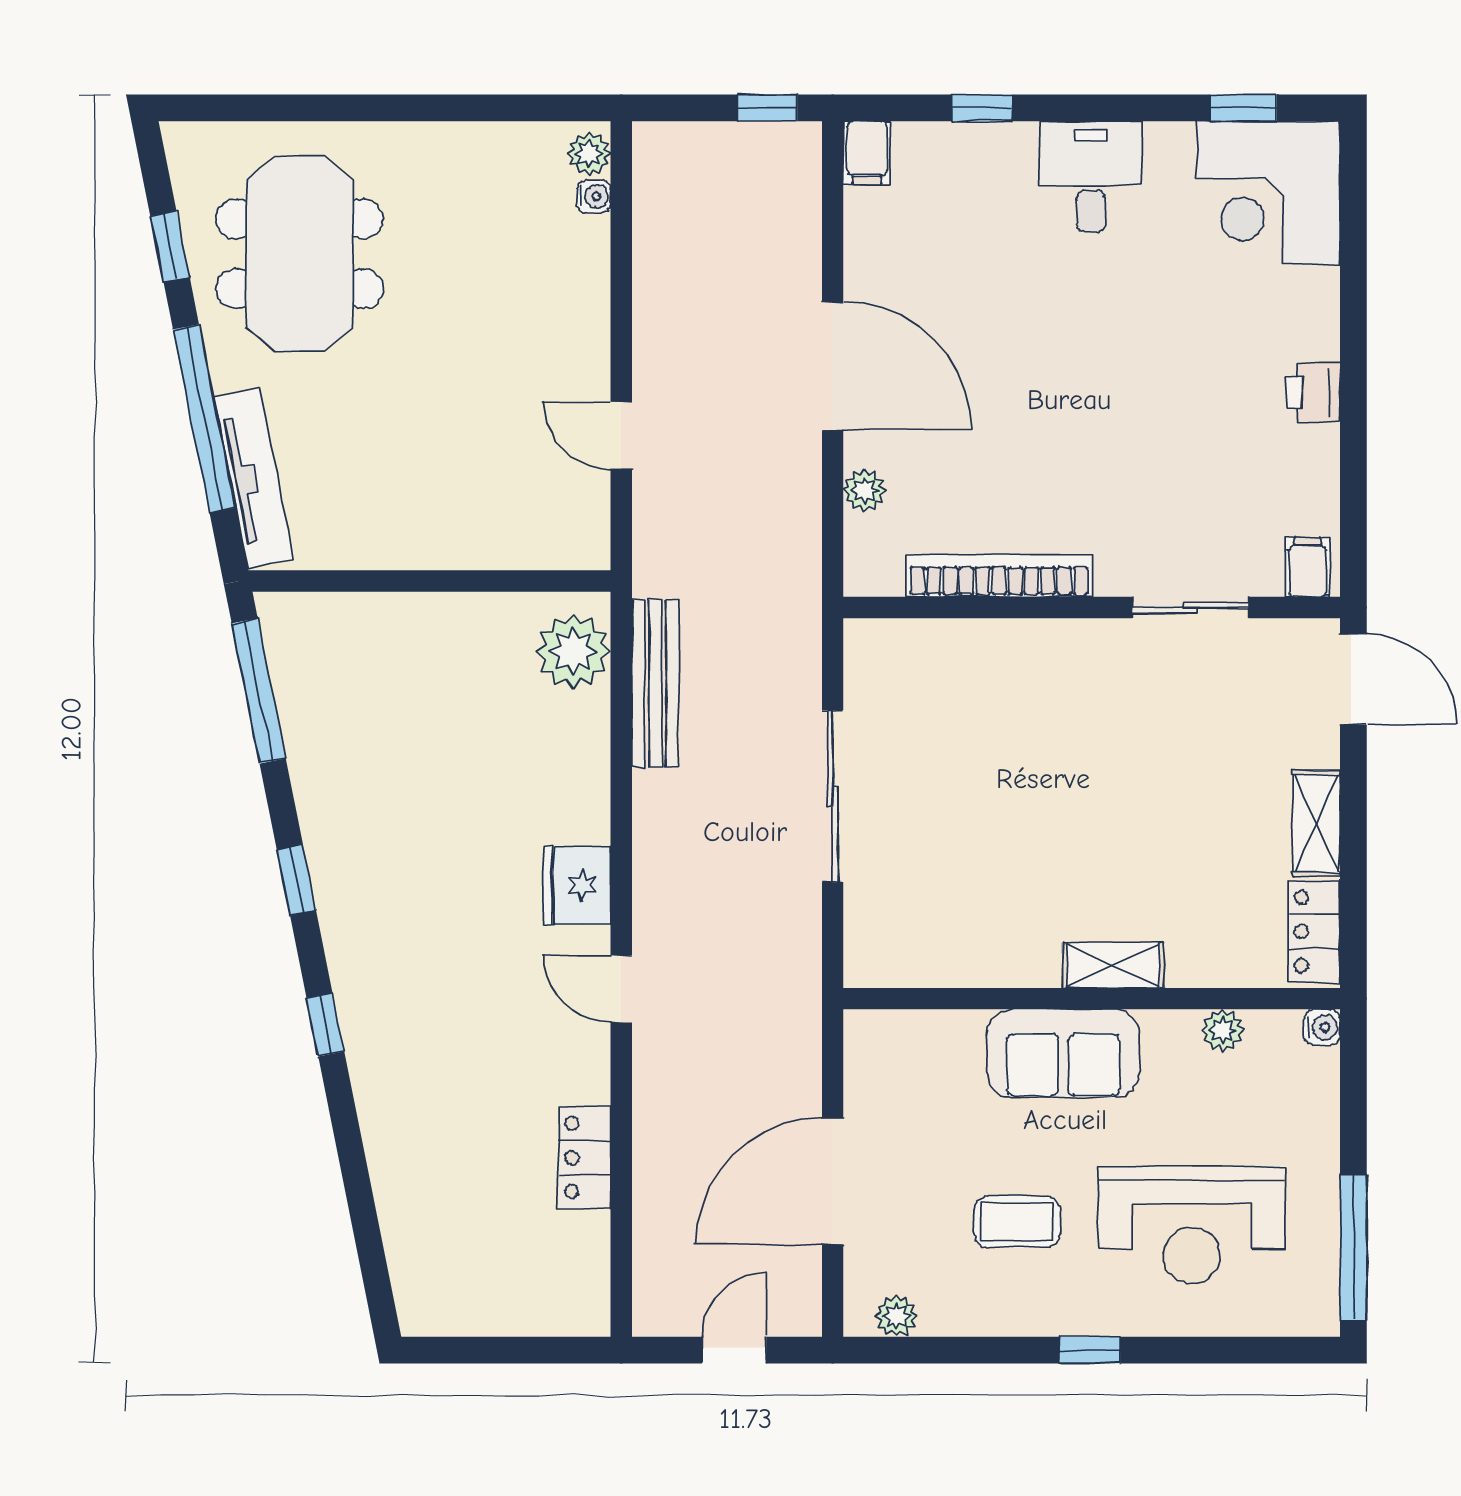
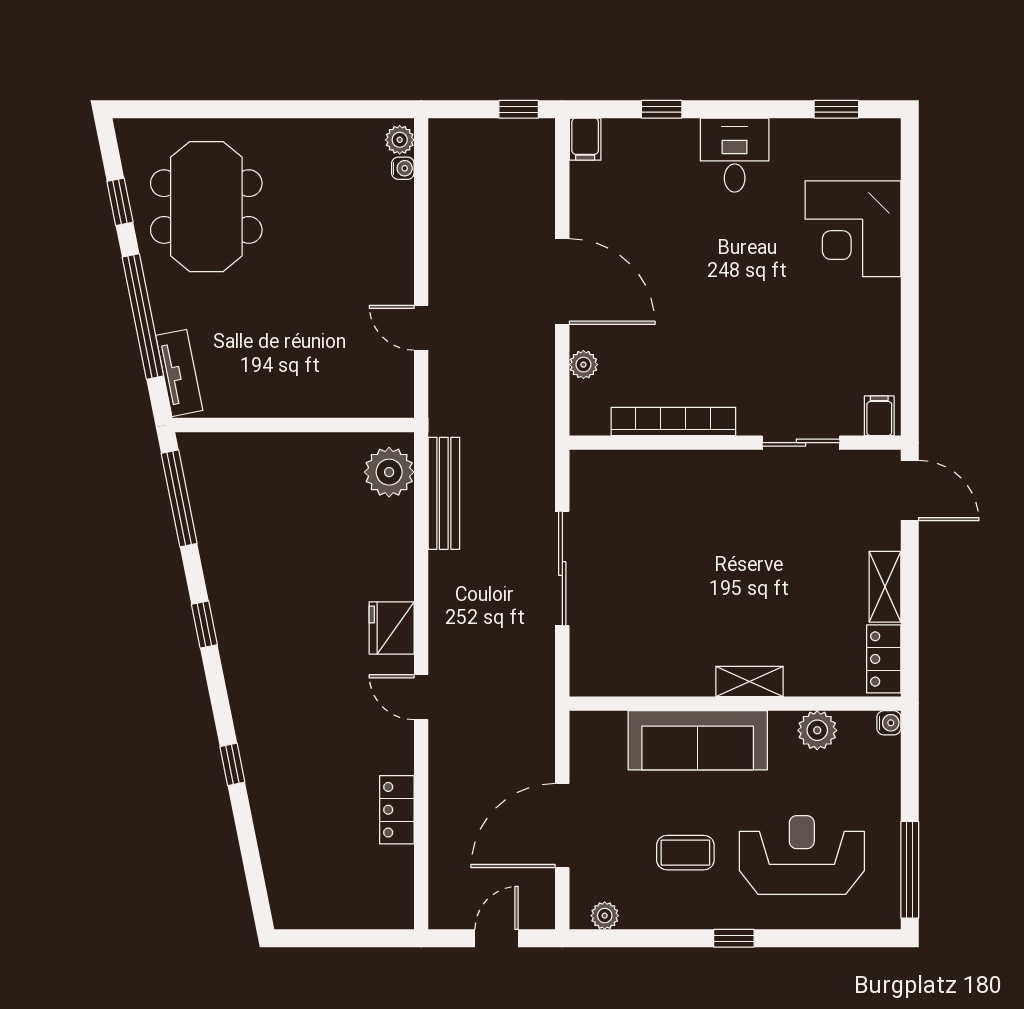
corner desk: (1268, 193) -> (853, 229), moved
printer: (1313, 393) -> (883, 299), removed
tv unit: (254, 478) -> (179, 373), width x0.71
window: (325, 1025) -> (232, 764), moved
plant: (1223, 1030) -> (817, 730), width x1.38, depth x1.38
sofa: (1063, 1053) -> (698, 740), width x1.36
reception desk: (1192, 1225) -> (802, 855), turned 180

